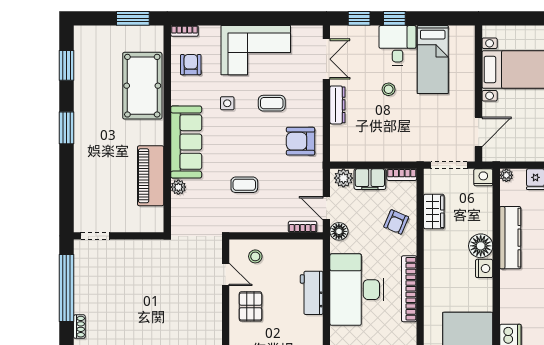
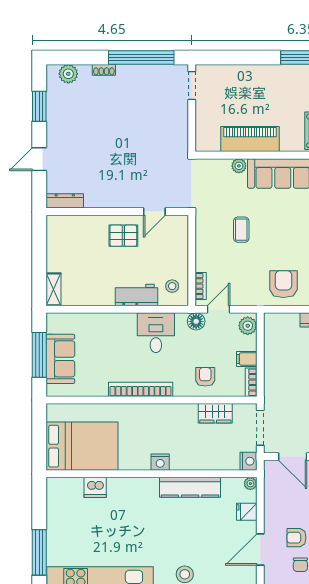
filing cabinet: (370, 179) -> (247, 359), width x0.50
armchair: (396, 222) -> (205, 377), turned 67
floor lamp: (481, 246) -> (182, 459), removed
stool: (255, 256) -> (172, 286), moved
desk: (357, 290) -> (156, 333), width x0.53, depth x0.77

